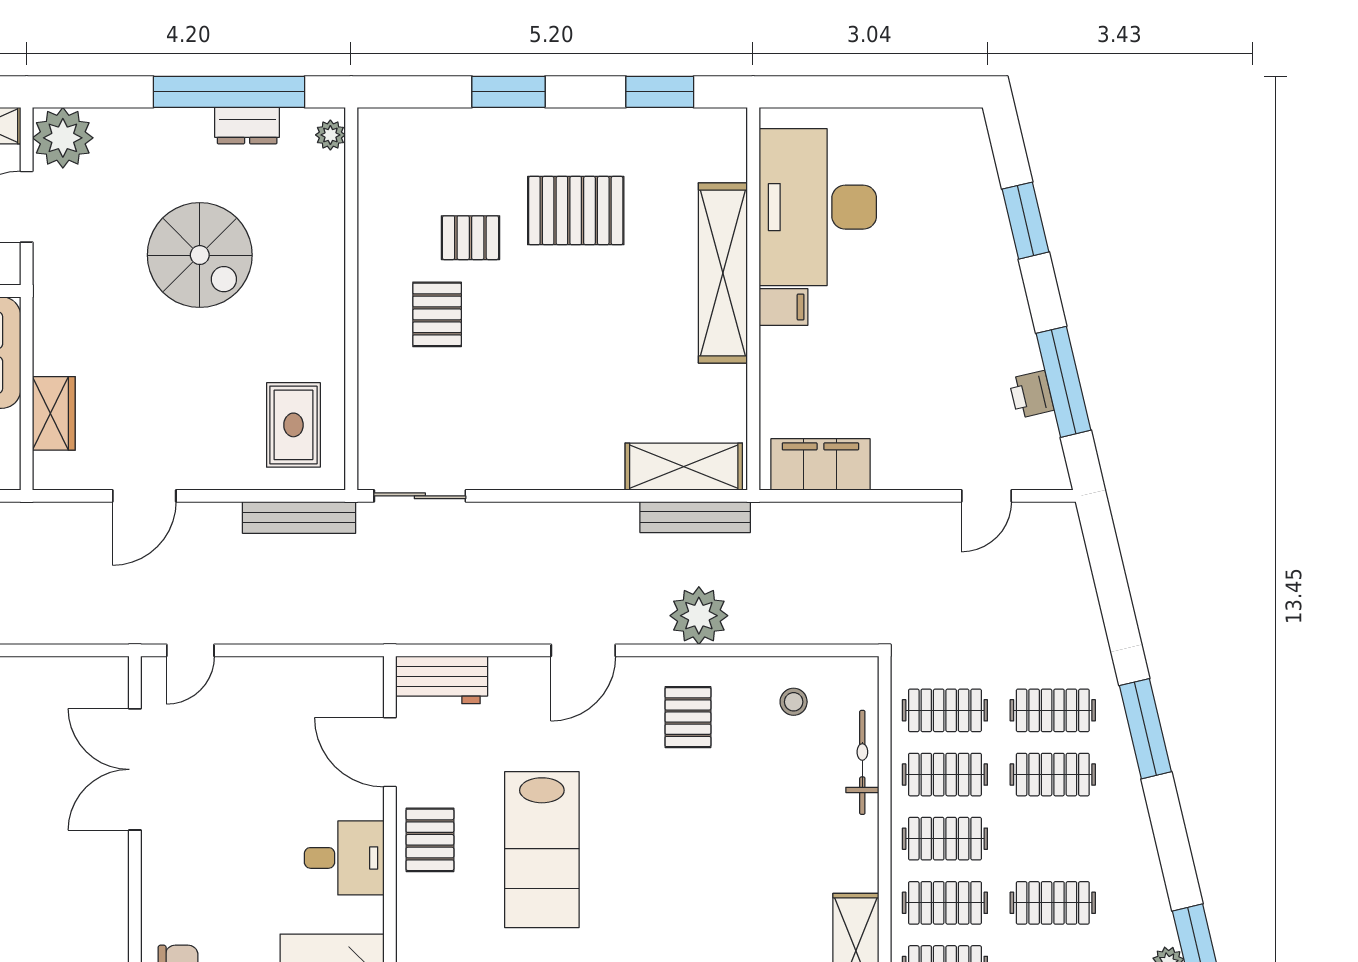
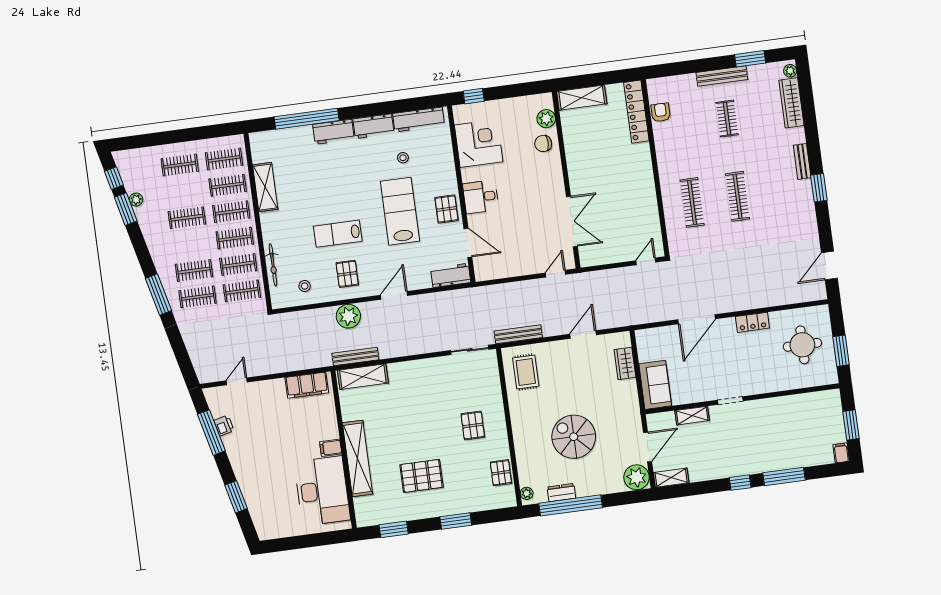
pallet: (470, 238) -> (501, 473), moved, turned 90
lab bench: (698, 816) -> (338, 234), added

